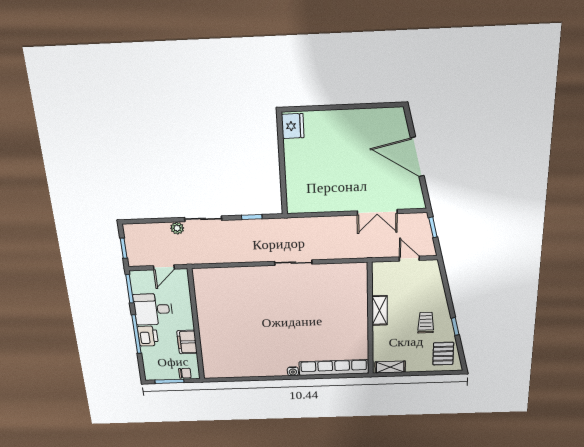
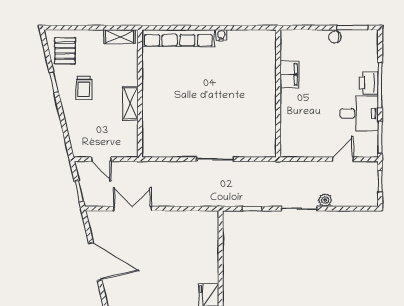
wall: (196, 325) -> (278, 93), moved
filing cabinet: (187, 342) -> (289, 74), moved

